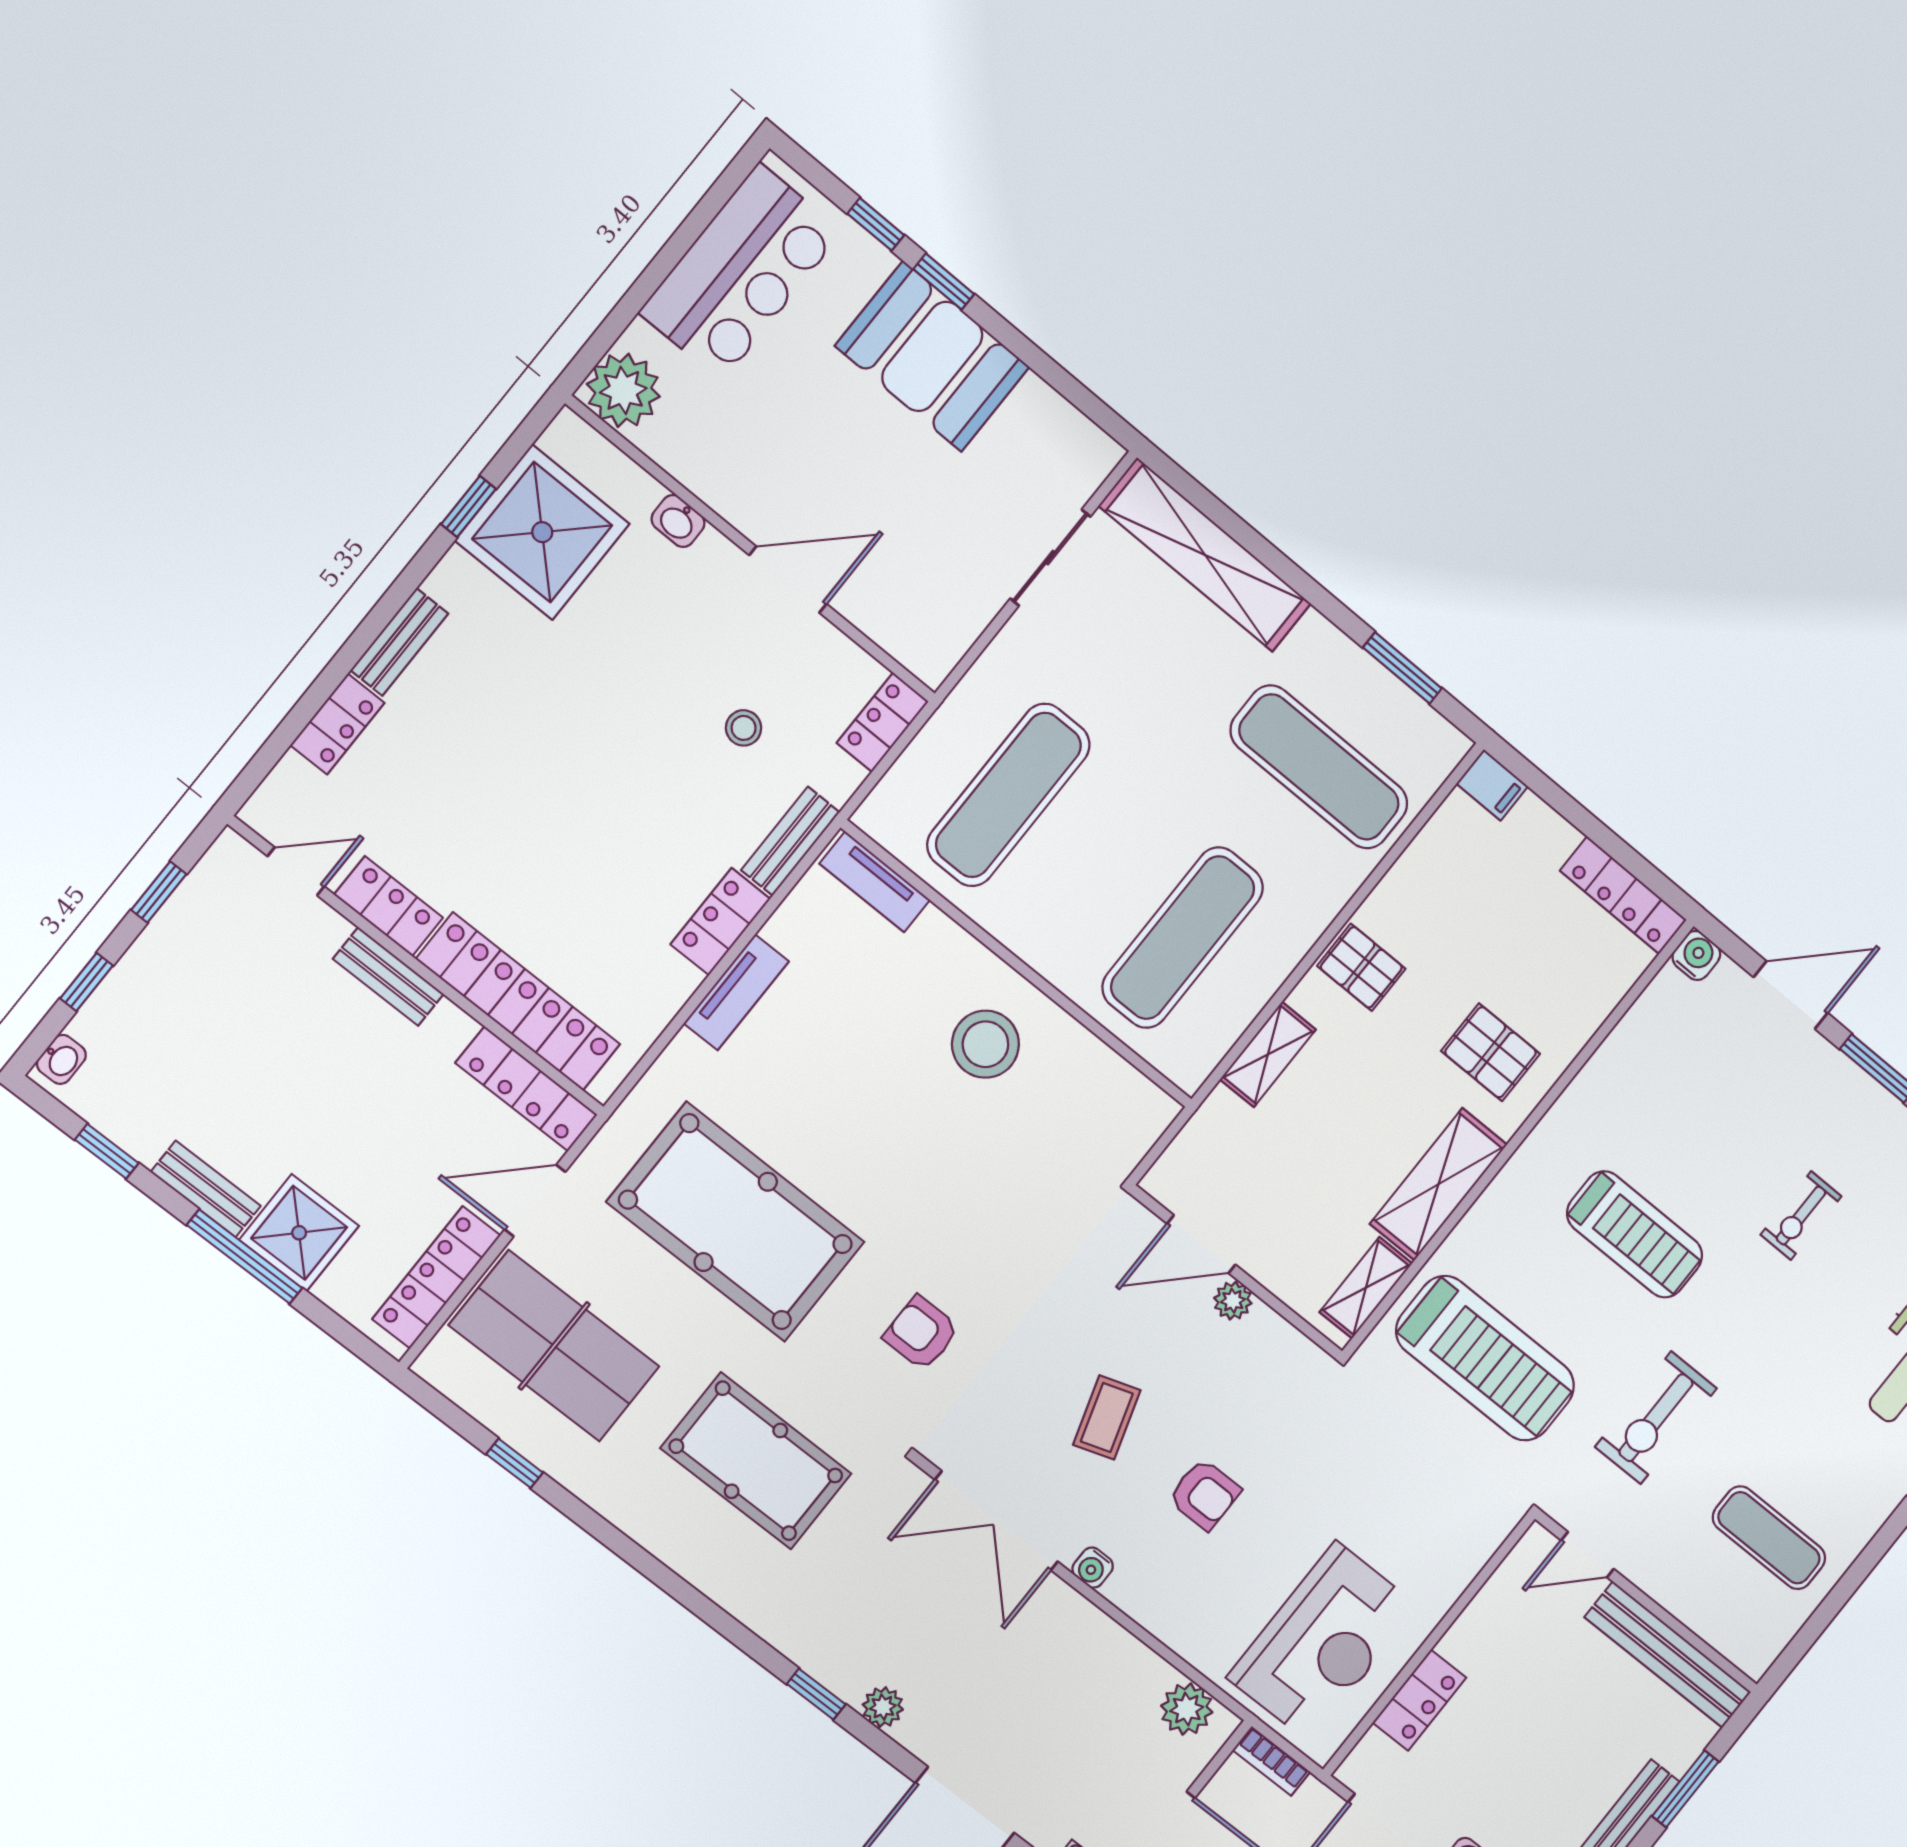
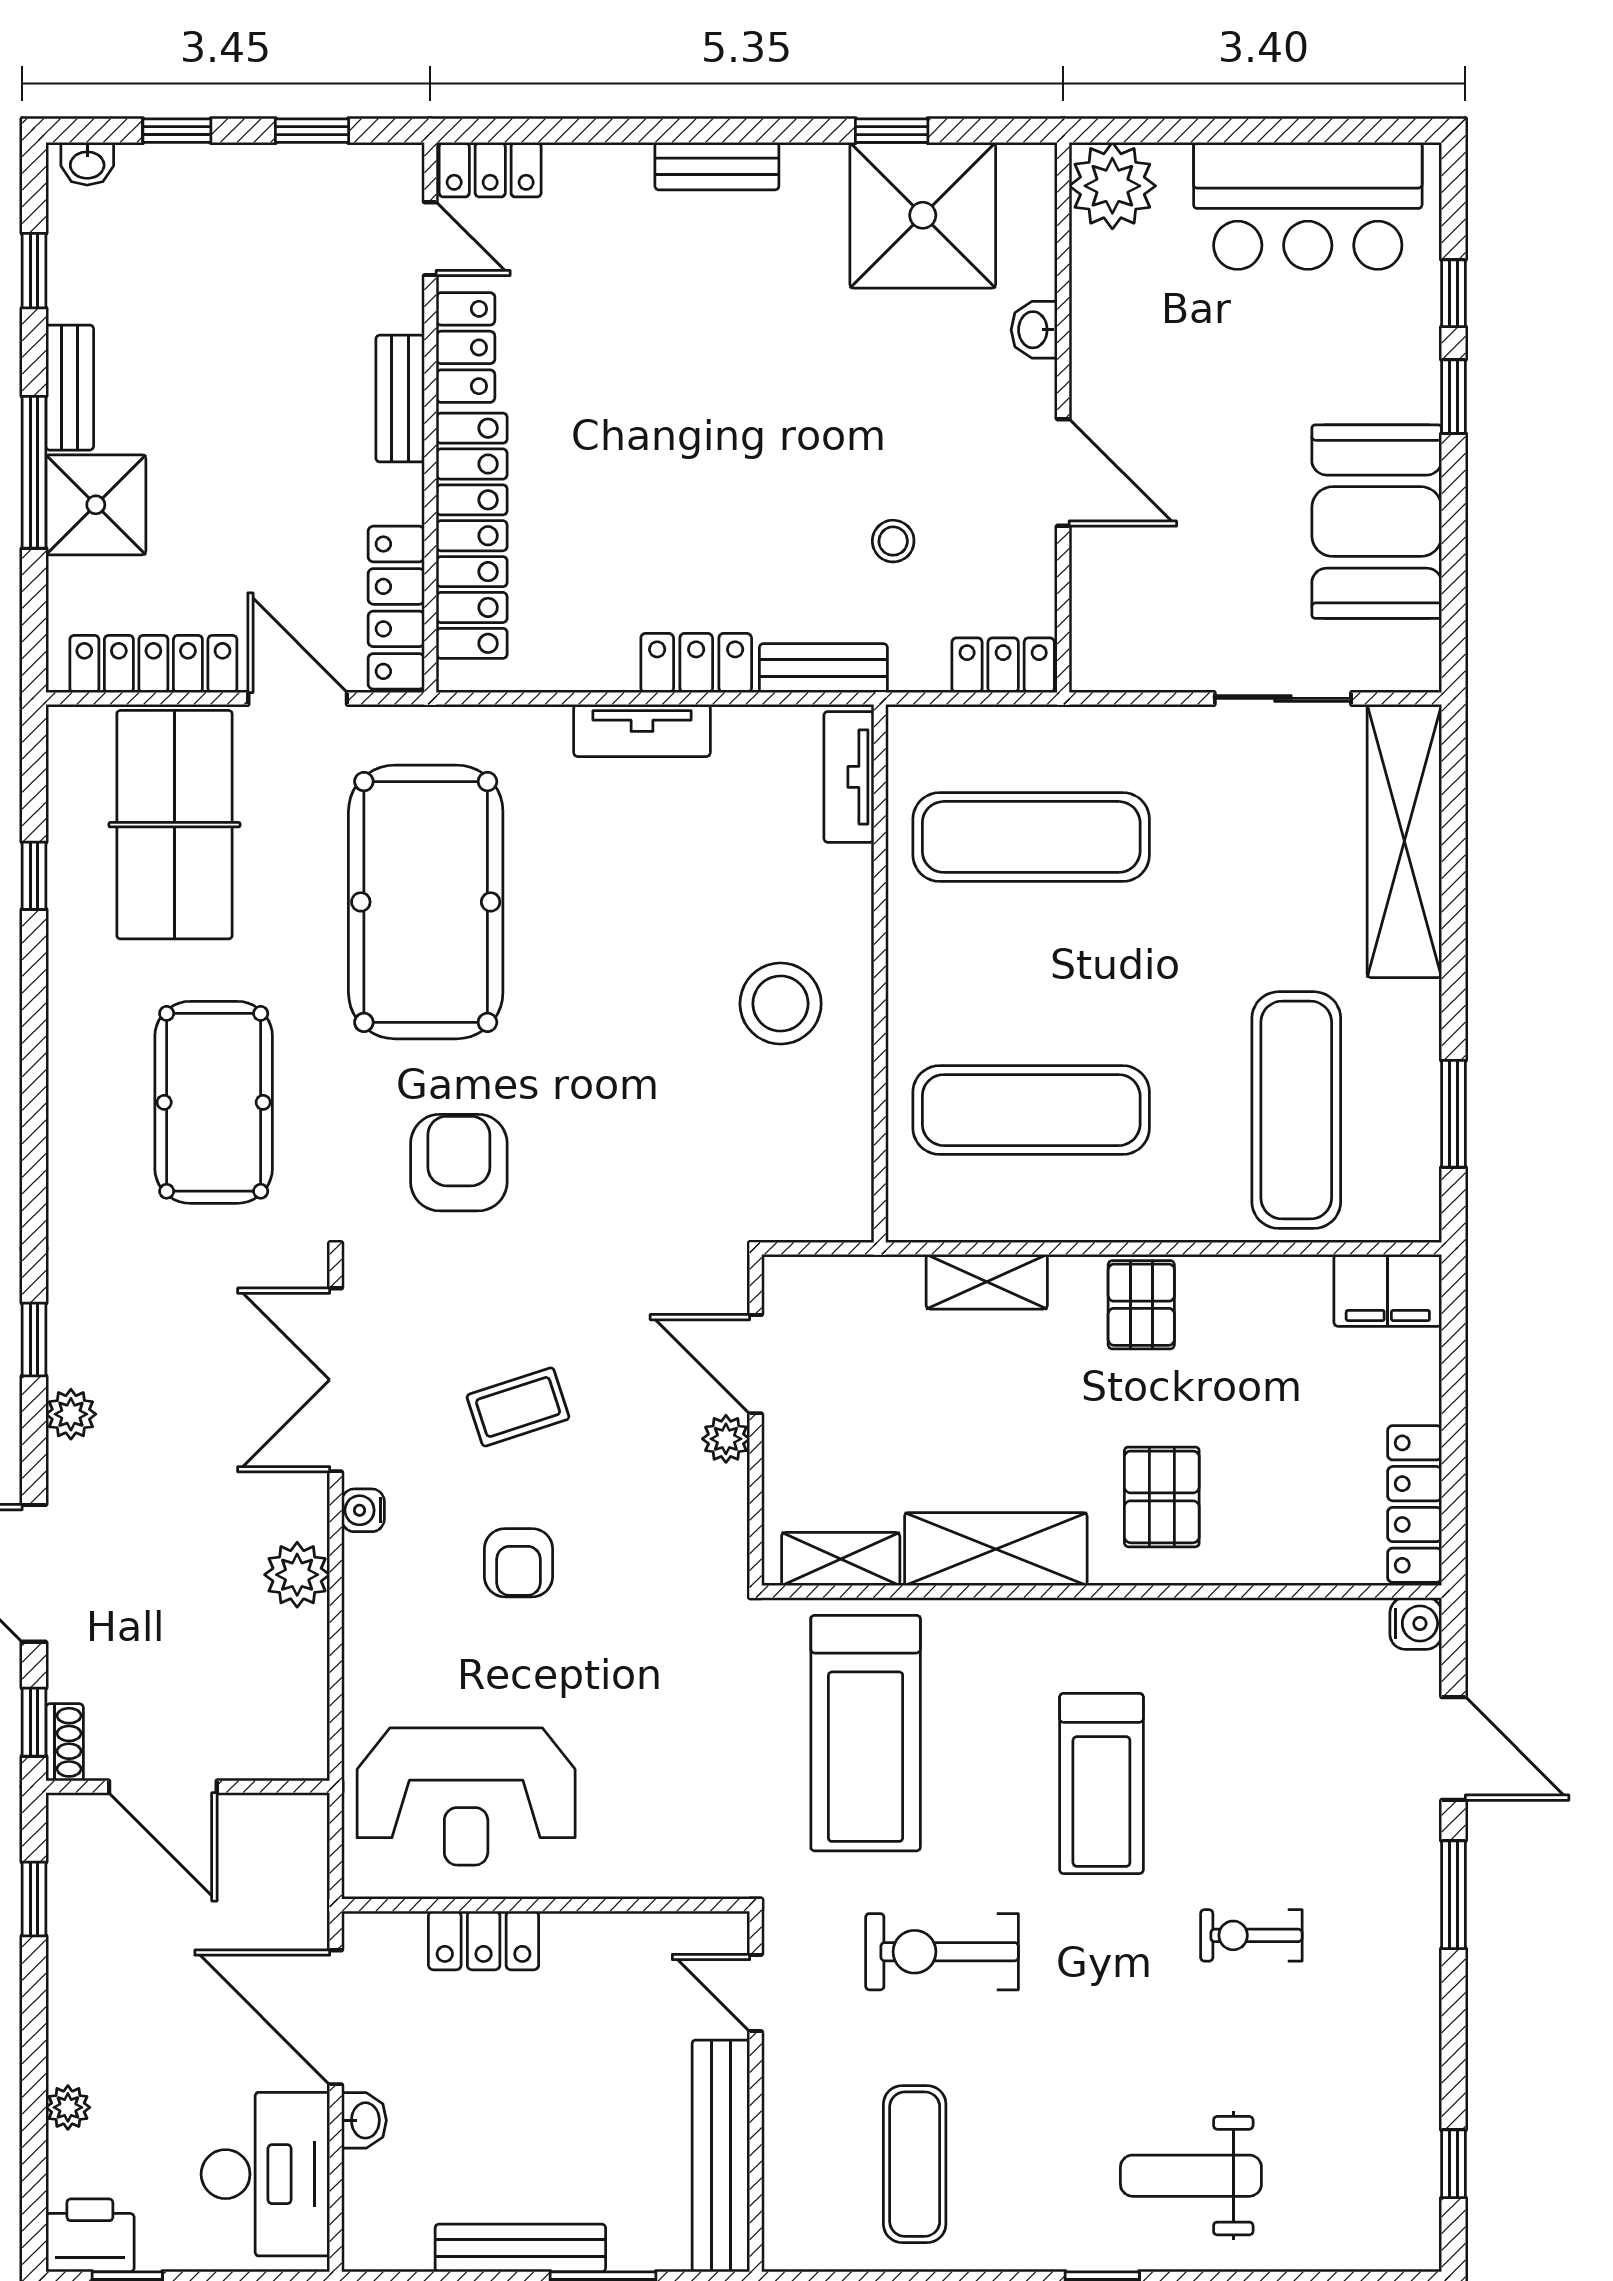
booth: (932, 356) -> (1377, 522), moved
locker: (337, 724) -> (490, 170), moved
filing cabinet: (1492, 785) -> (1388, 1290), width x2.00
armchair: (921, 1333) -> (459, 1163), width x1.38, depth x1.38
plant: (1187, 1709) -> (297, 1575), moved
bookcase: (1271, 1761) -> (311, 1840), removed

